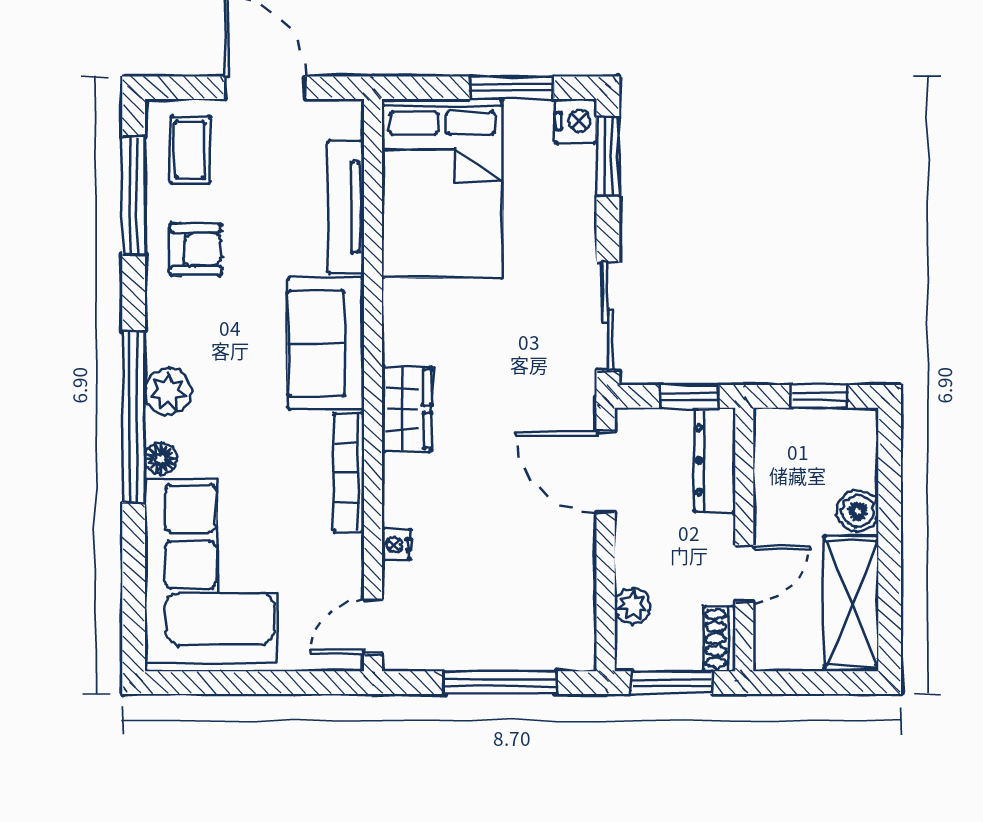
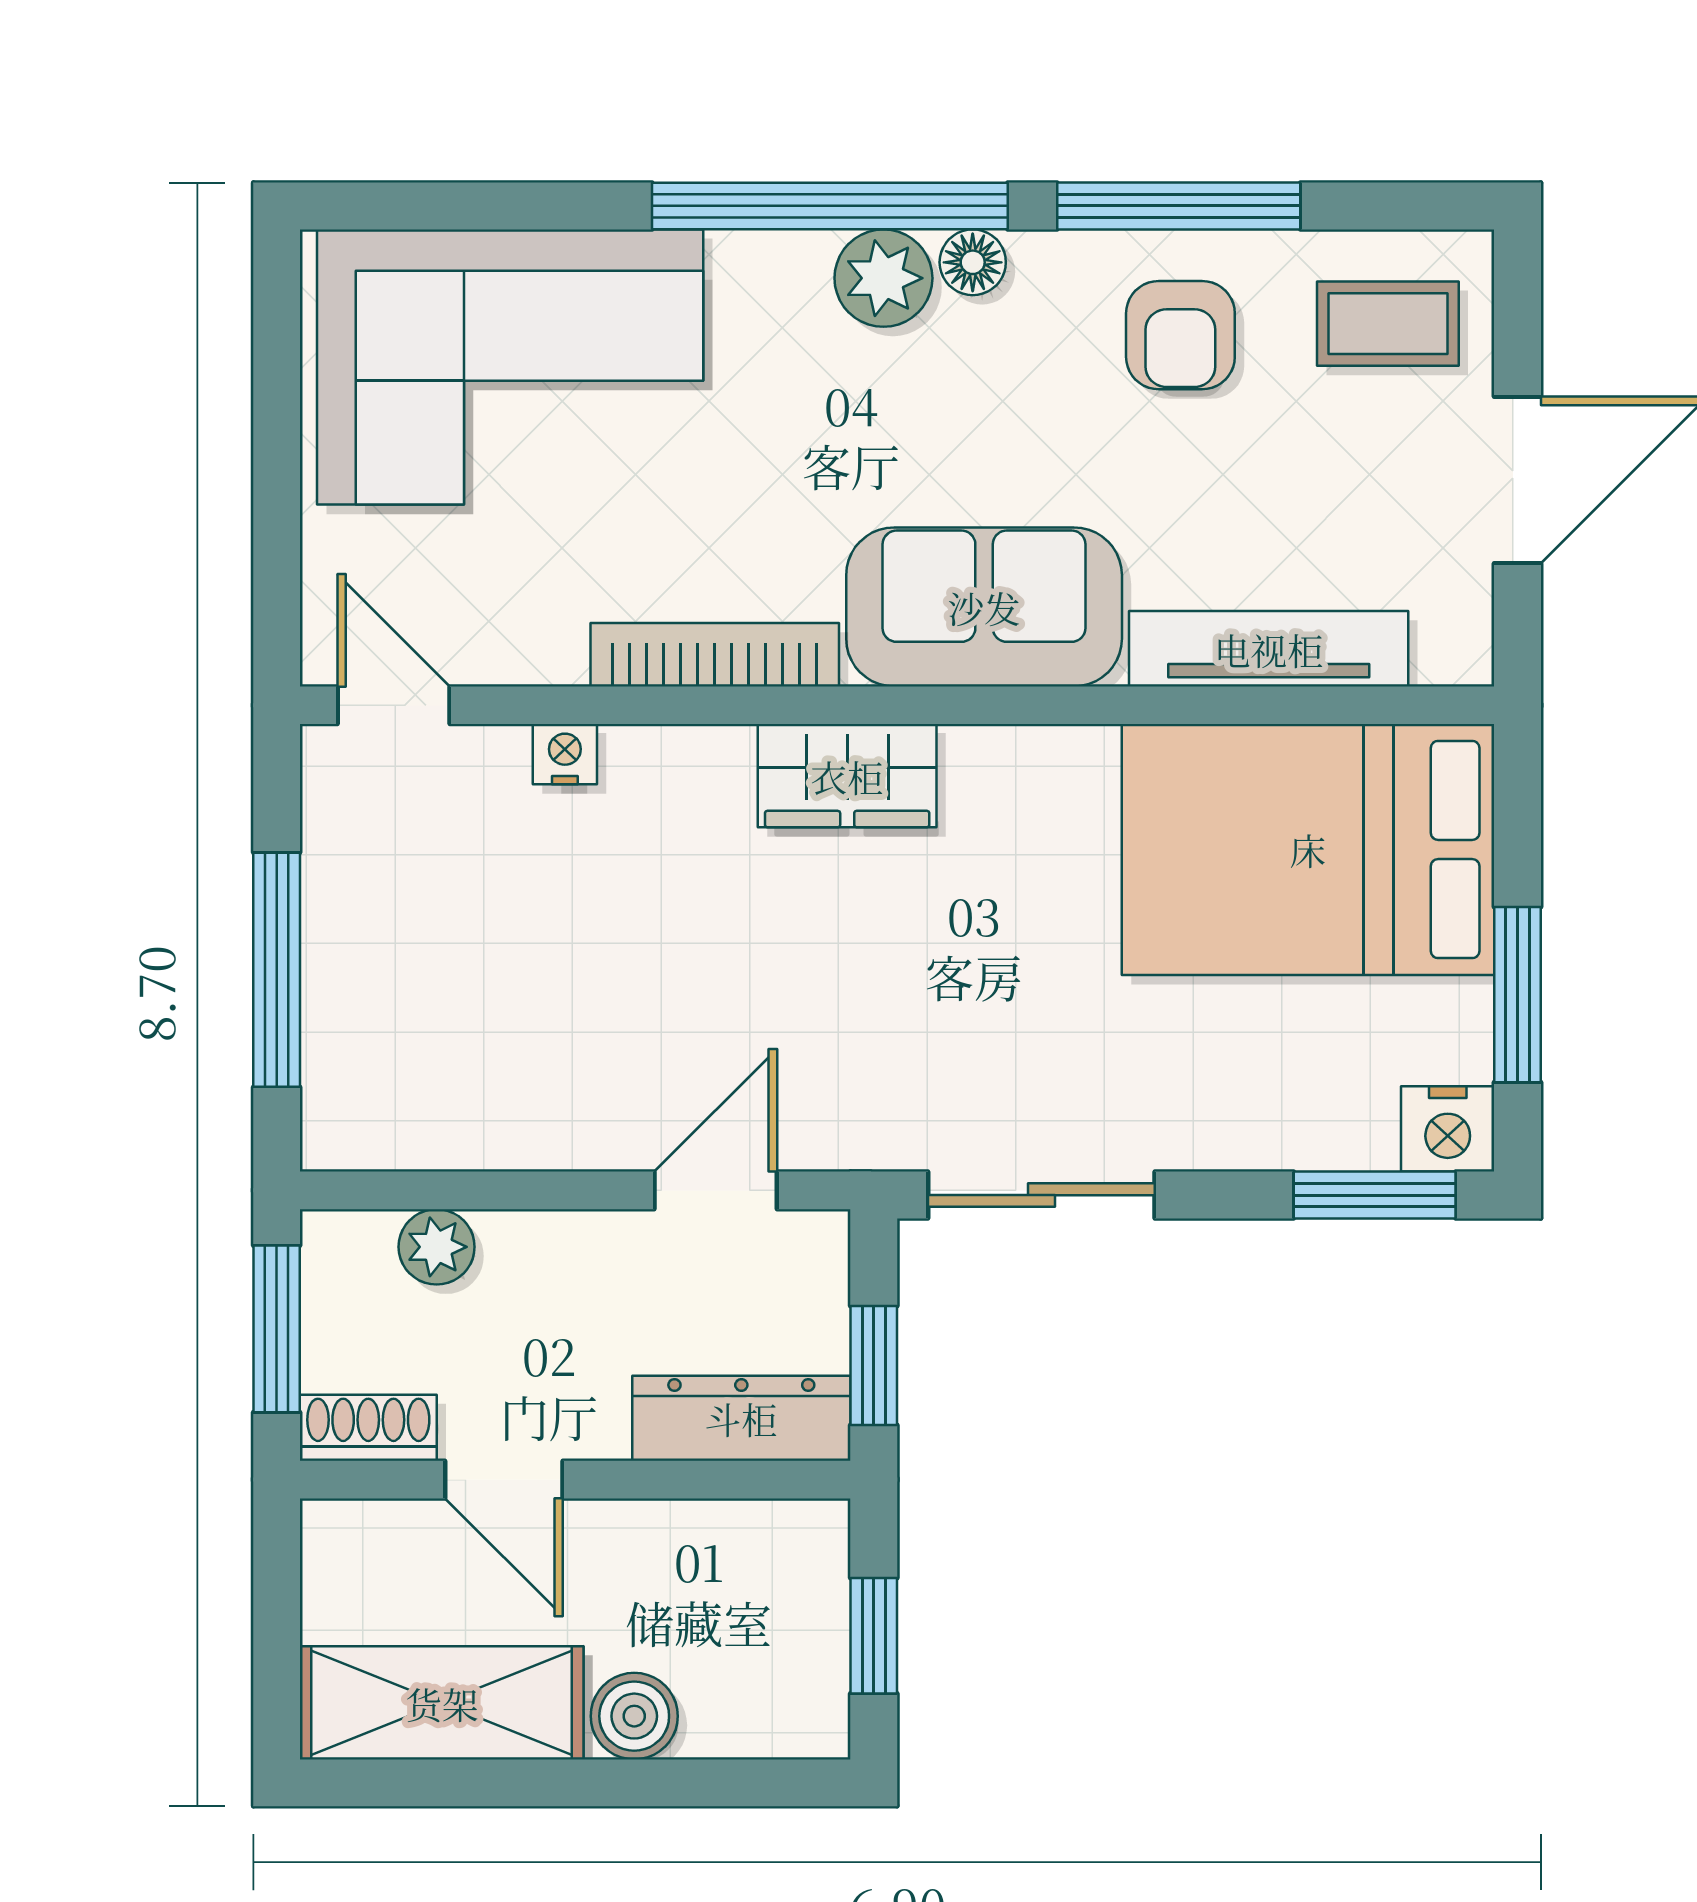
window: (134, 195) -> (1179, 206), moved
floor lamp: (161, 459) -> (973, 262), moved
door: (606, 472) -> (716, 1190), width x0.73

